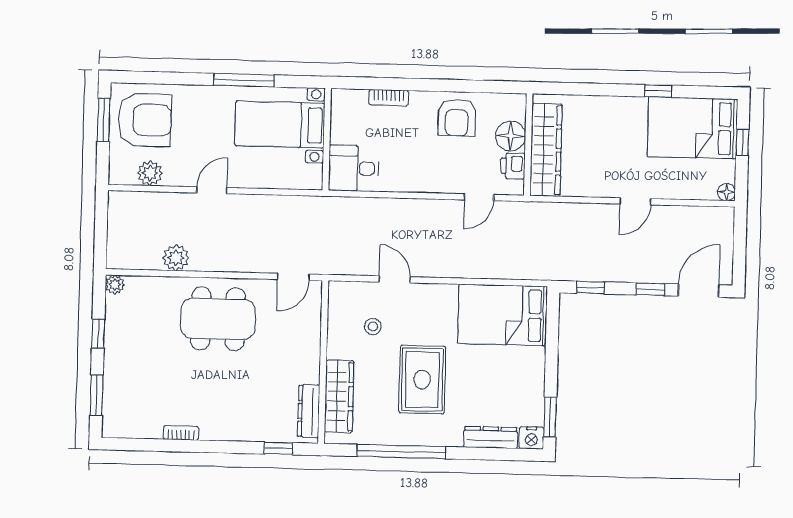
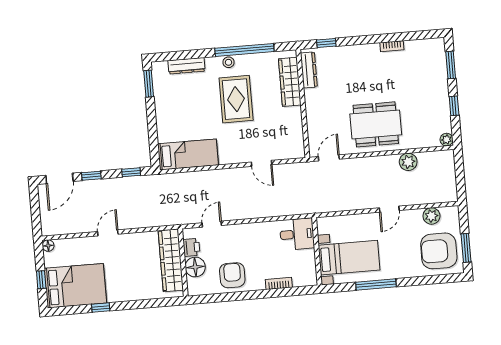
bed: (503, 315) -> (188, 154), width x0.67
stool: (373, 326) -> (229, 62), moved
nightstand: (531, 438) -> (159, 68), removed

